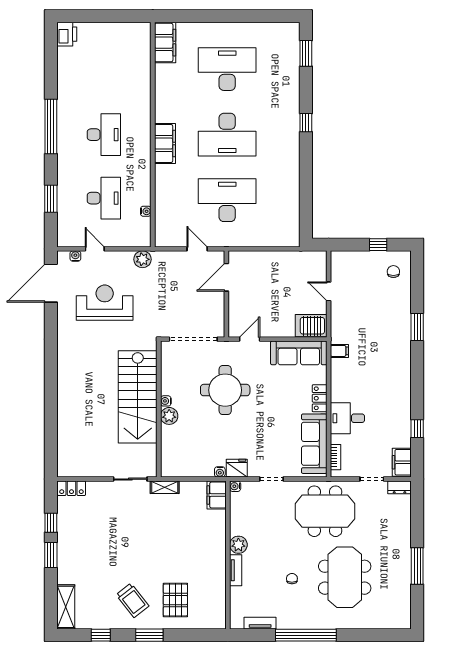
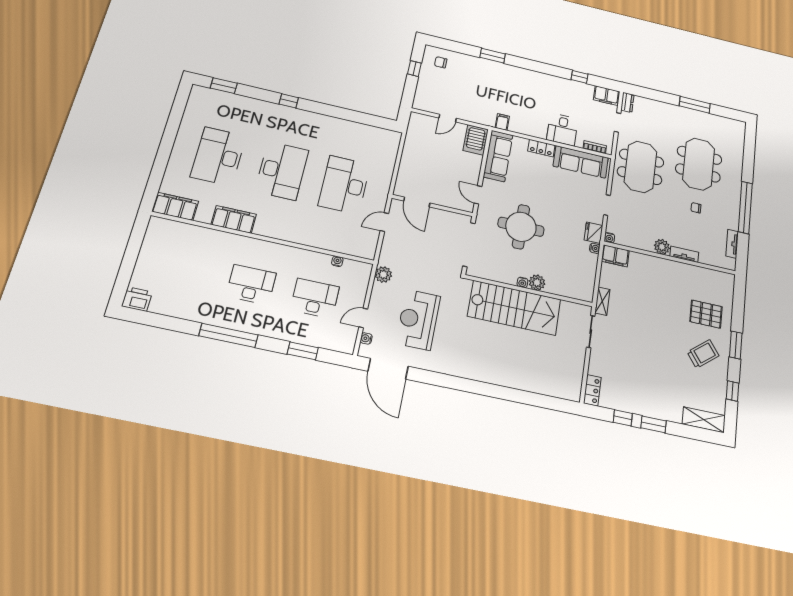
filing cabinet: (165, 143) -> (234, 219), moved
meeting table: (345, 577) -> (699, 164), turned 90

